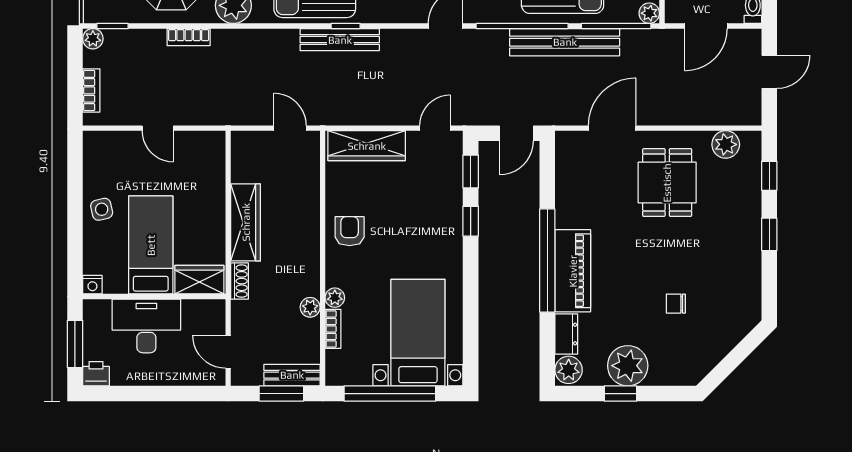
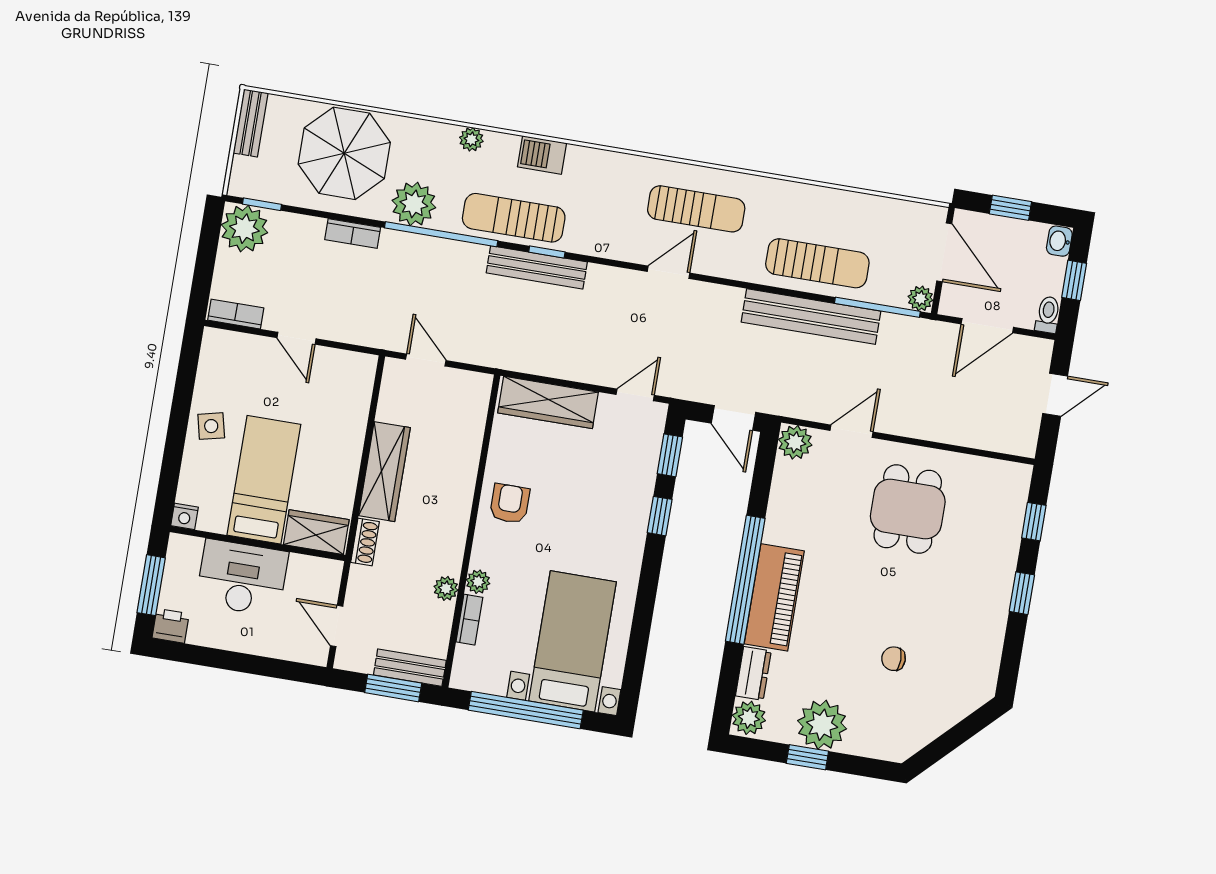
window: (522, 26) -> (441, 234), moved
plant: (93, 39) -> (244, 229), width x1.88, depth x1.88
bookcase: (91, 90) -> (236, 314), moved, turned -90
door: (290, 128) -> (426, 360), moved
door: (612, 128) -> (852, 431), width x0.73
door: (516, 133) -> (734, 418), hinge flipped
plant: (726, 144) -> (795, 442), moved

